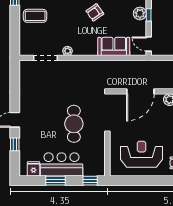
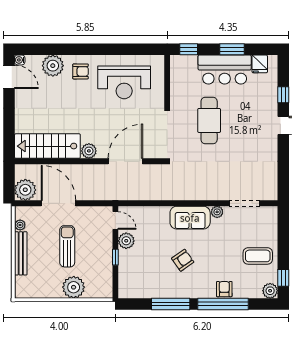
plant: (140, 13) -> (126, 241), moved
sofa: (114, 46) -> (190, 218), moved

